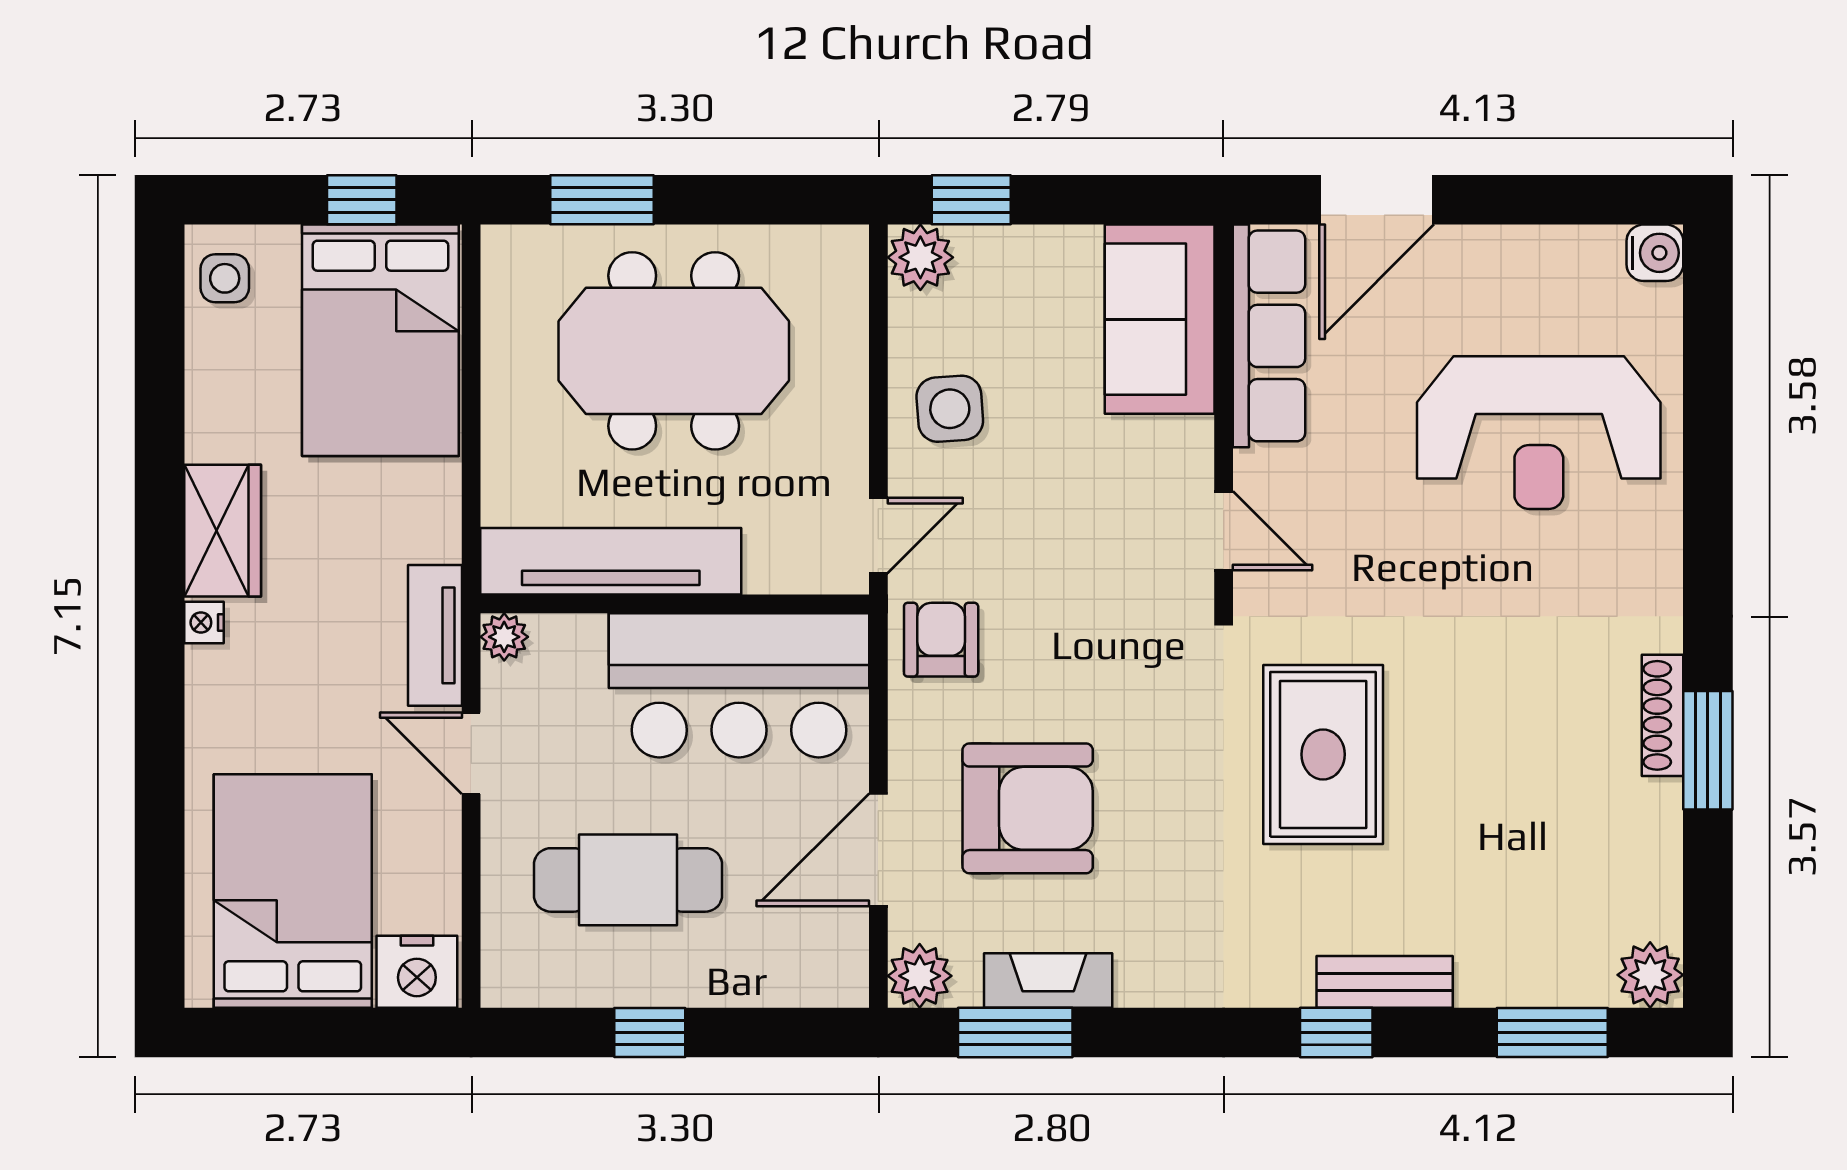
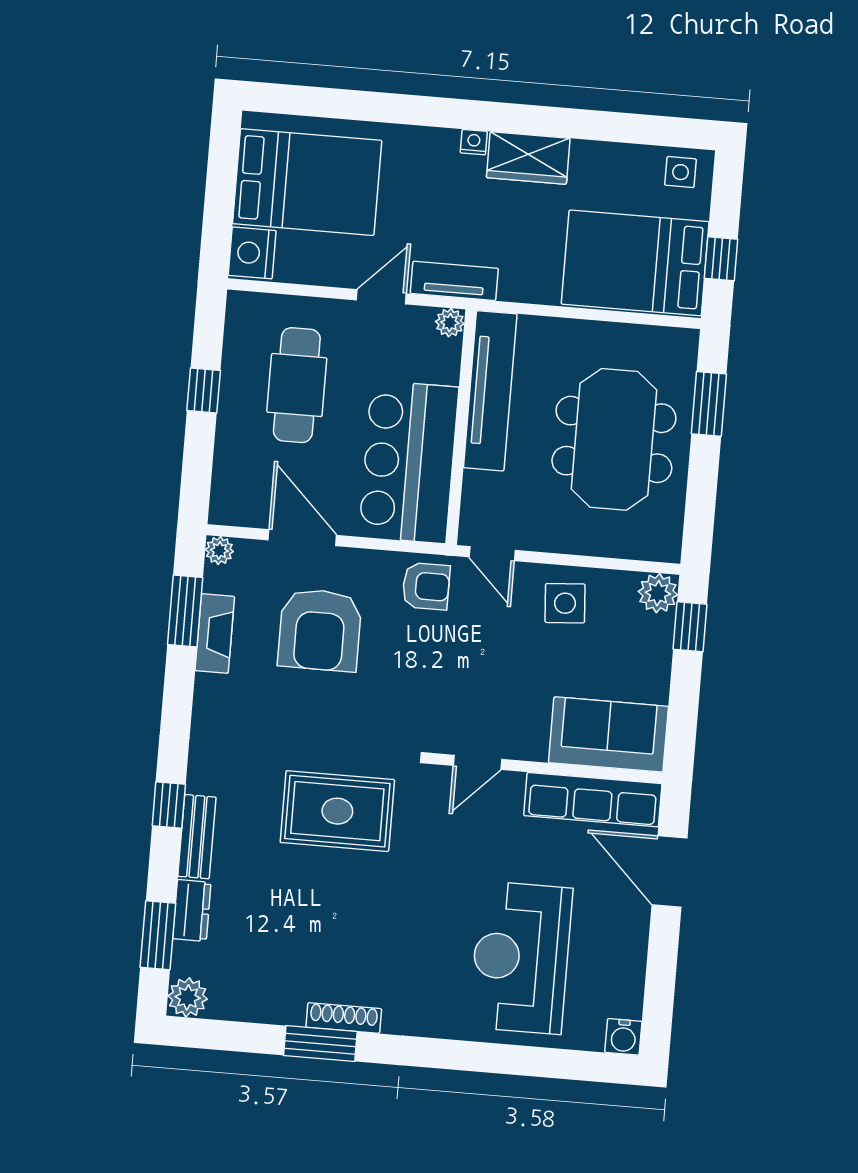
plant: (920, 976) -> (219, 550), width x0.73, depth x0.73
dresser: (1507, 980) -> (192, 911), added

